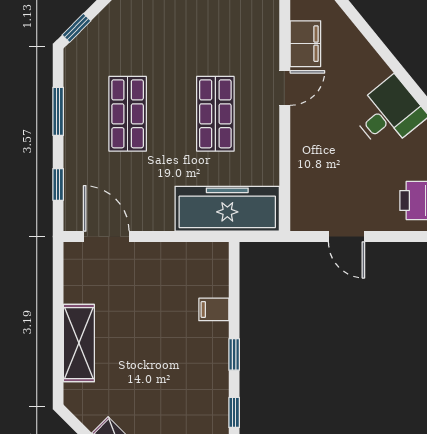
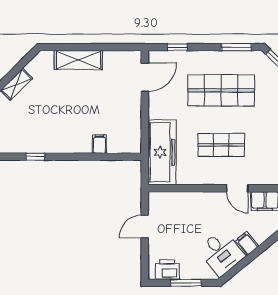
filing cabinet: (373, 72) -> (247, 243), added
window: (58, 111) -> (236, 47), moved
shop shelf: (128, 114) -> (221, 90), width x1.43, depth x1.36
window: (234, 354) -> (71, 157), removed

